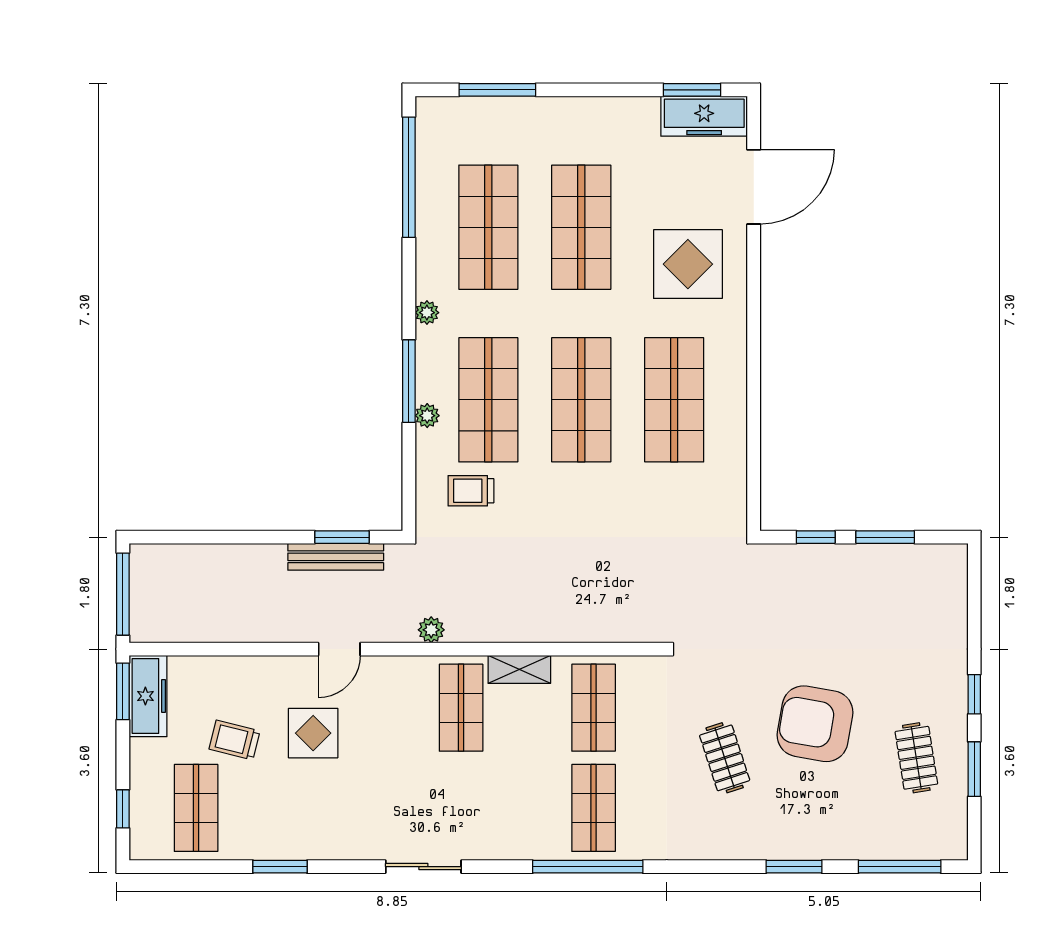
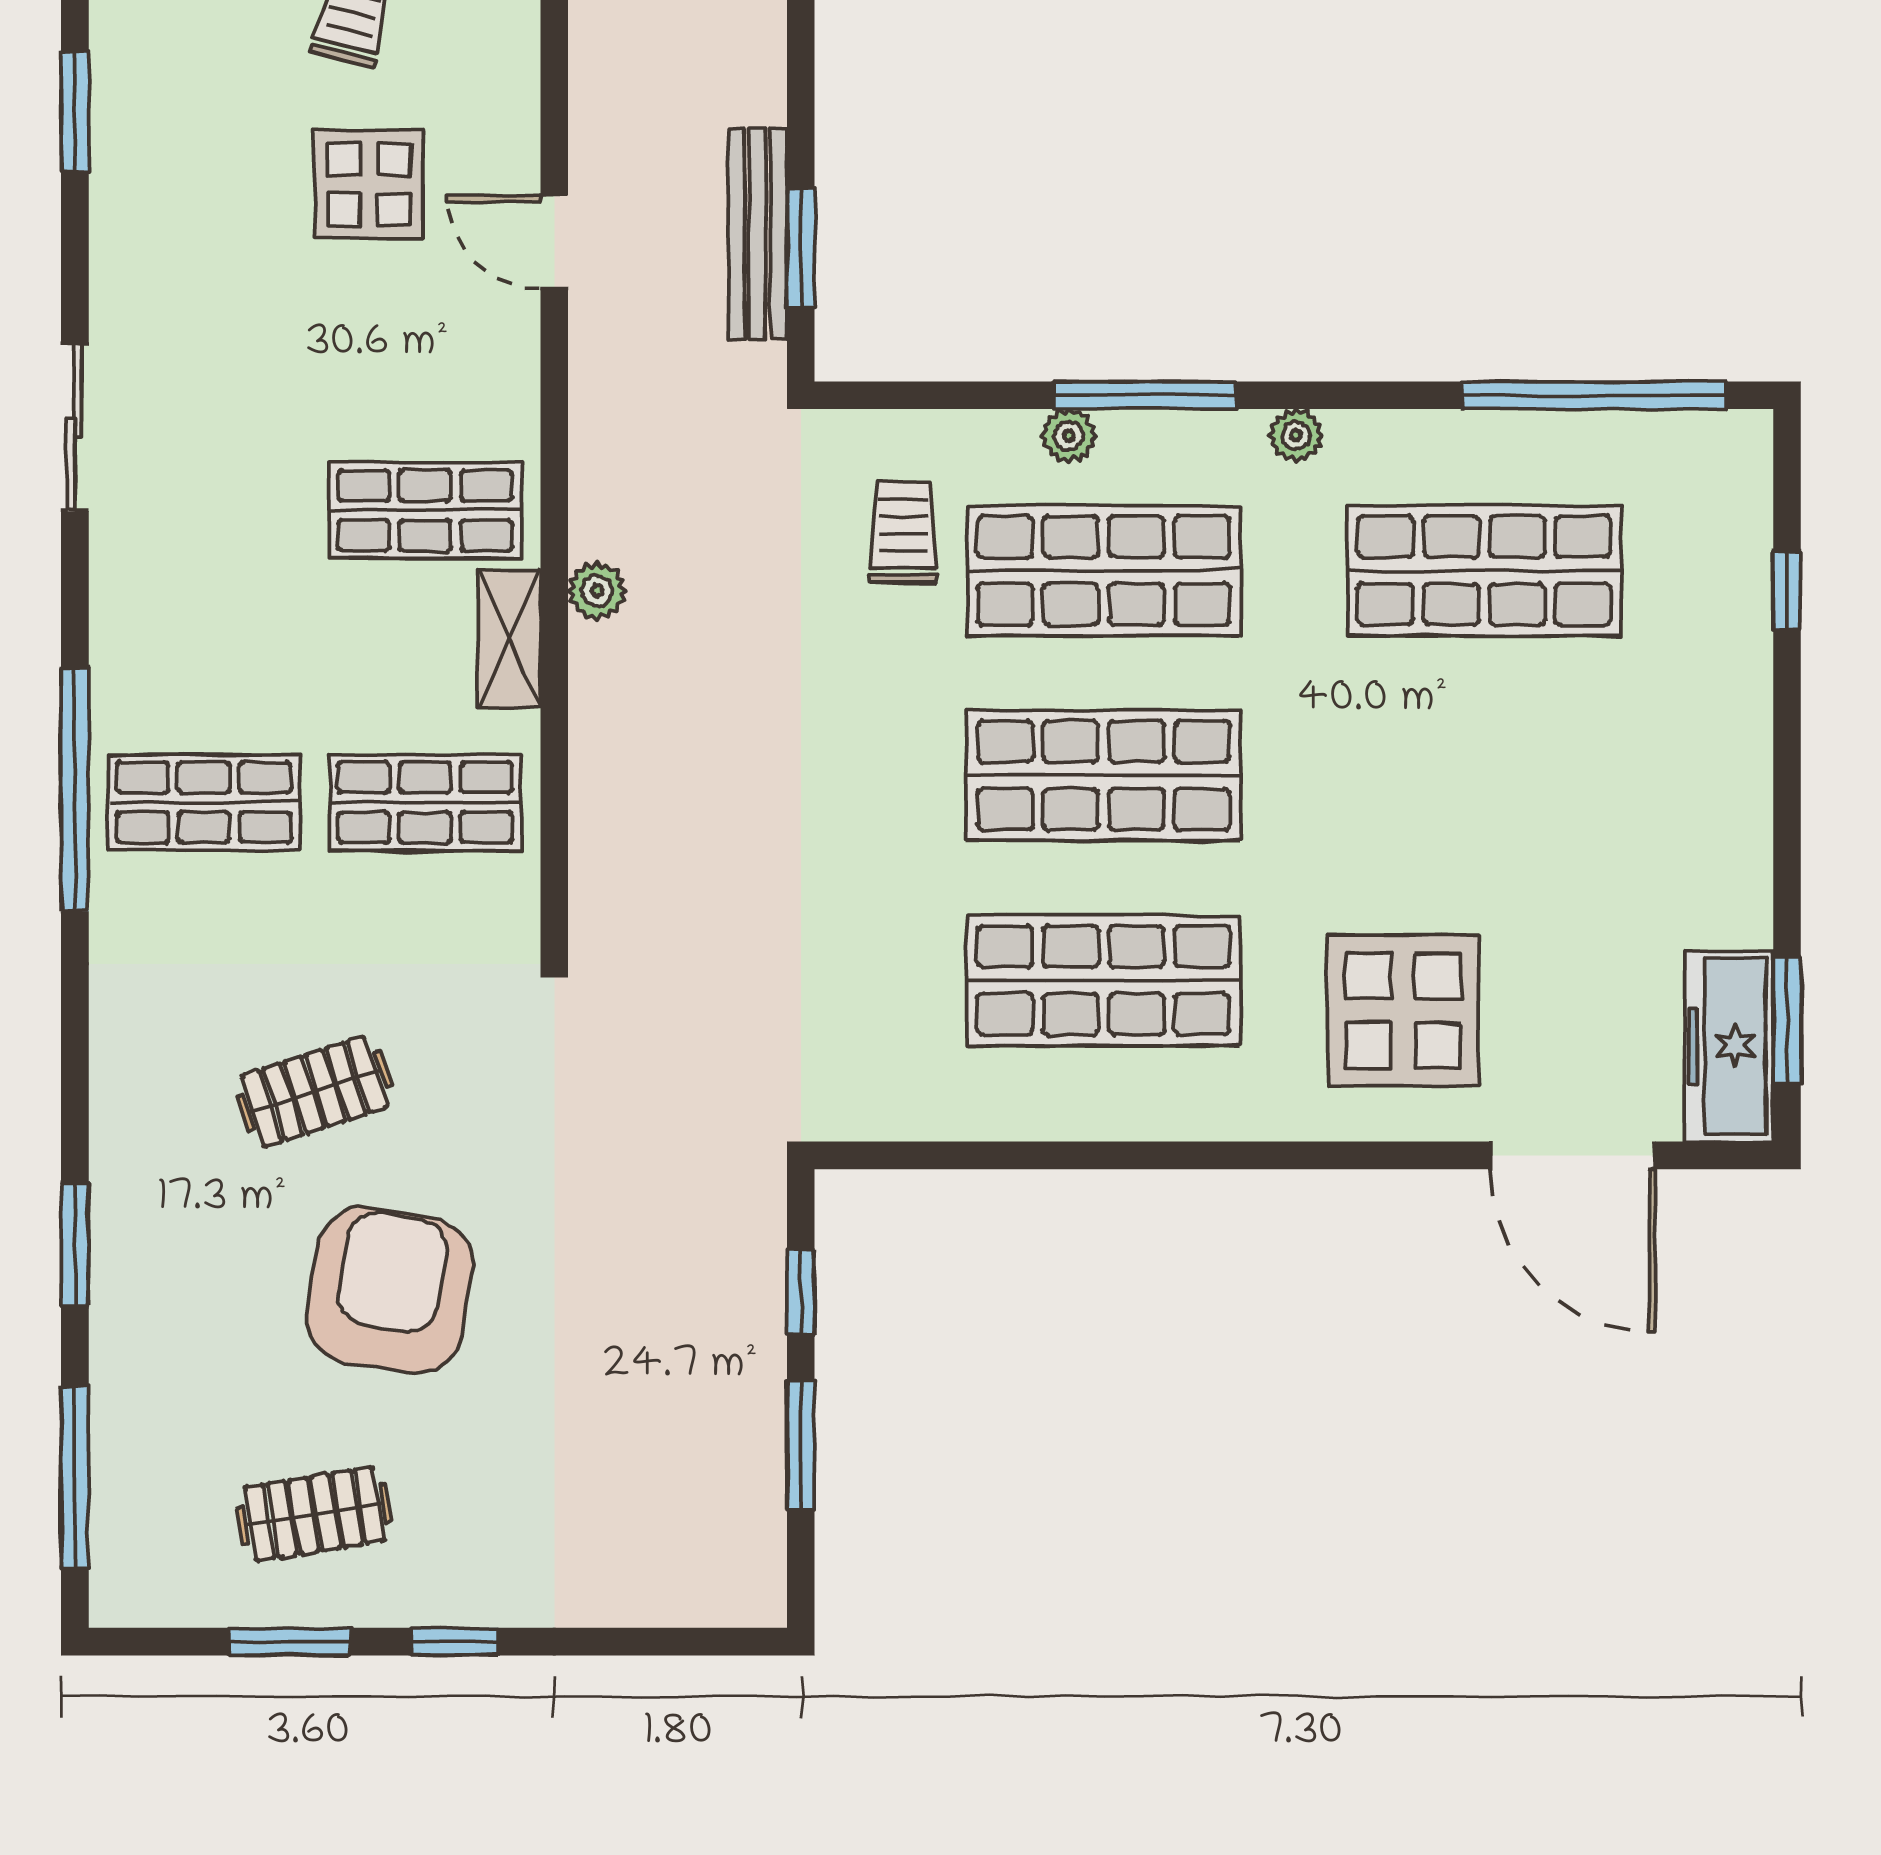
window: (497, 90) -> (1787, 590), width x0.46
shop shelf: (581, 227) -> (1484, 775), removed
plant: (431, 630) -> (597, 591), moved

